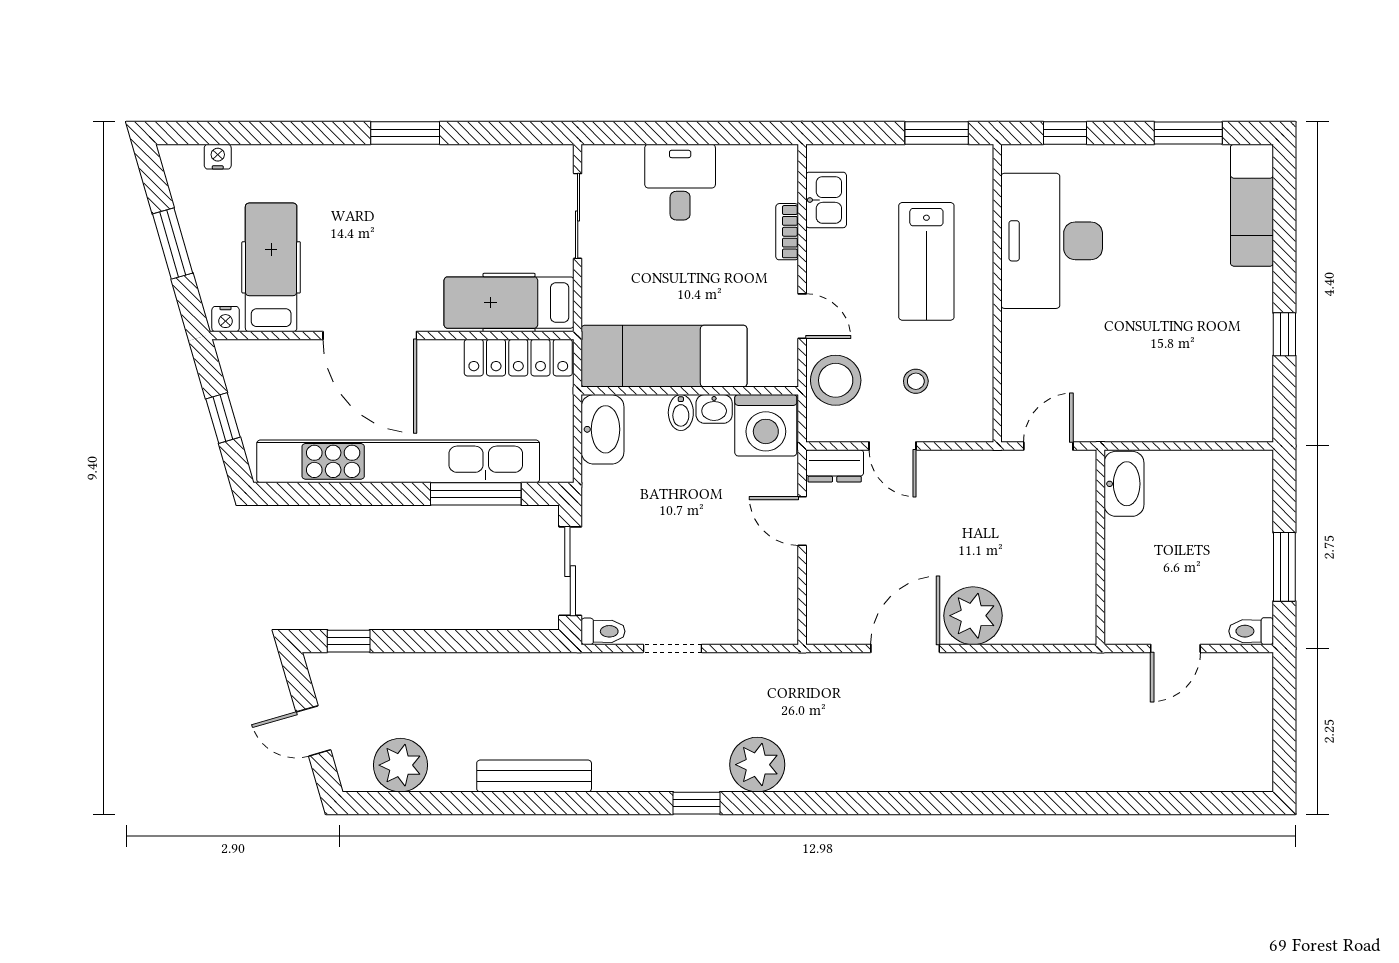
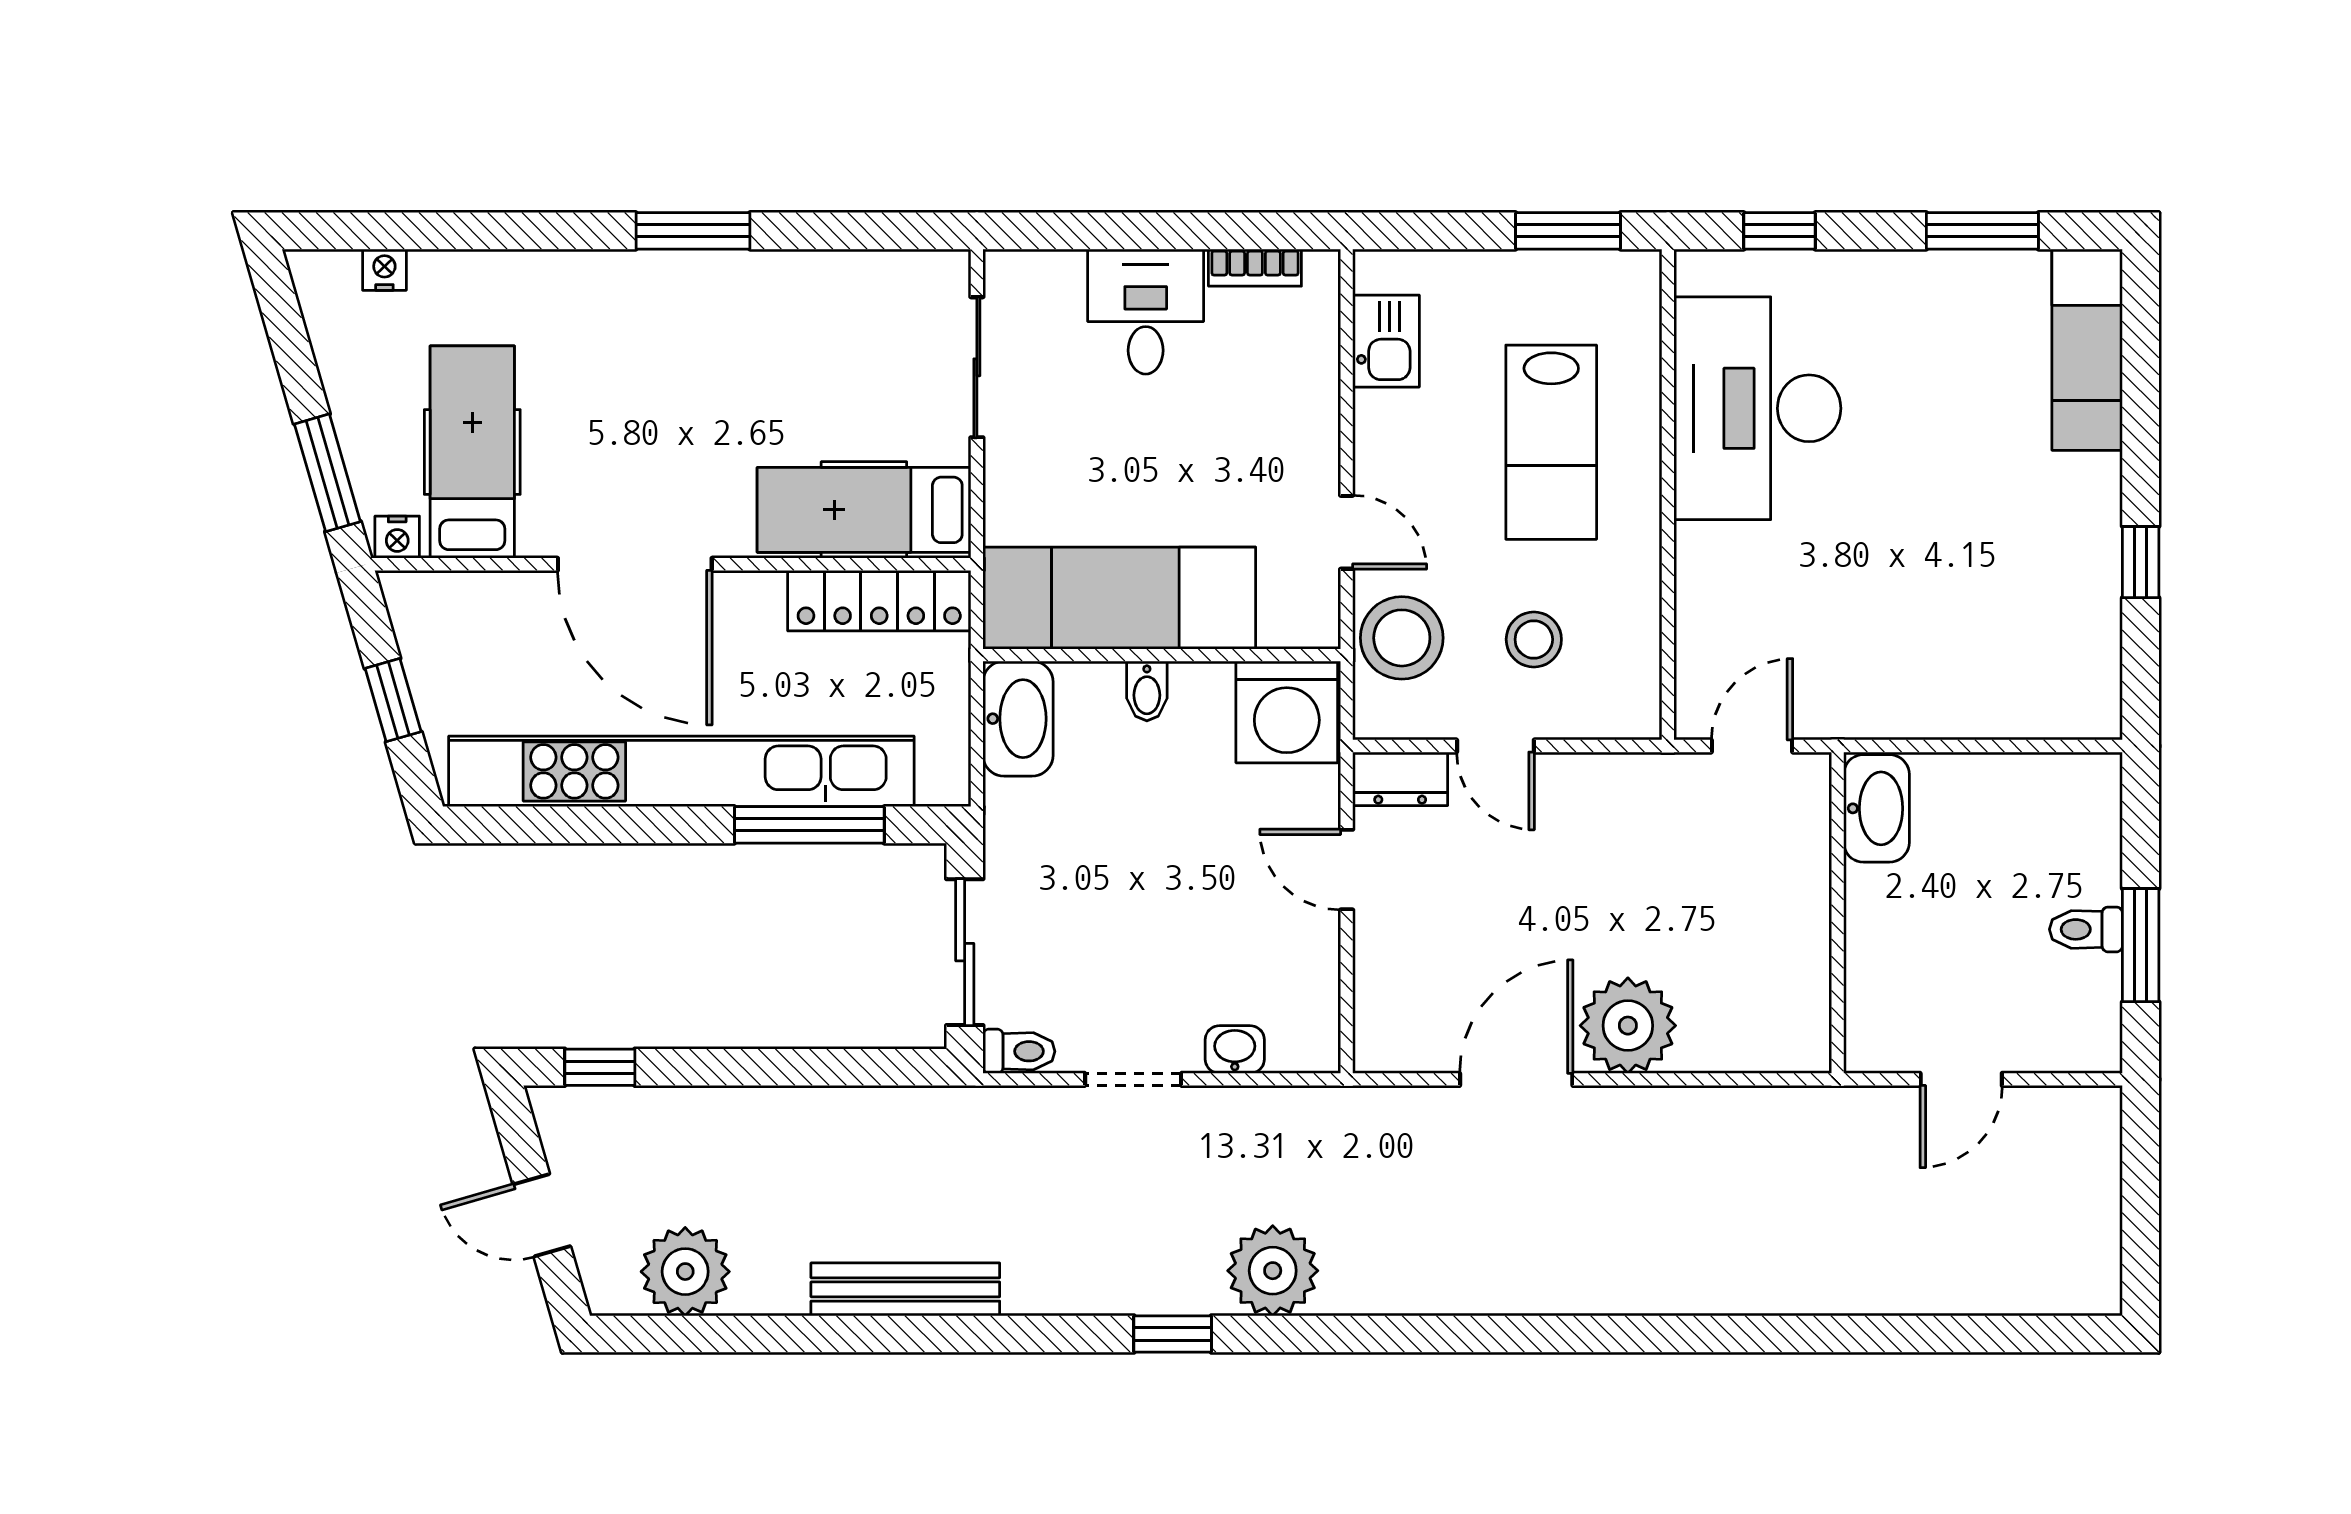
bookcase: (787, 232) -> (1255, 268), moved, turned -90
window: (173, 243) -> (327, 473), moved
stool: (916, 381) -> (1534, 639), width x1.37, depth x1.37
washbasin: (714, 409) -> (1235, 1049), moved, turned 180
toilet: (1251, 631) -> (2086, 929), moved

